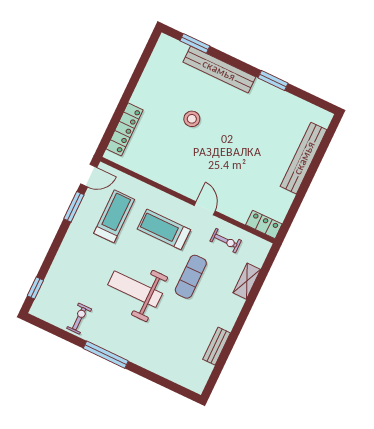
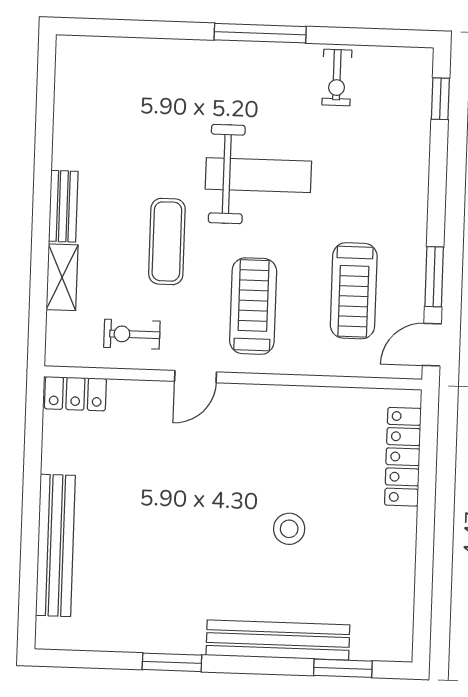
door: (205, 208) -> (196, 377), hinge flipped
treadmill: (164, 229) -> (253, 306), turned -90
bench: (217, 346) -> (63, 206), moved

